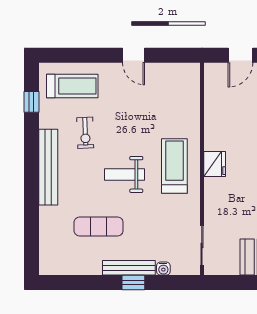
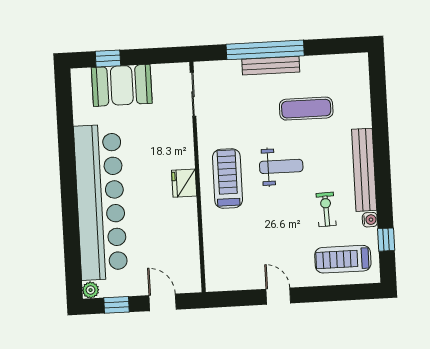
door: (240, 55) -> (163, 302), hinge flipped
treadmill: (174, 166) -> (227, 179), turned 180
water cooler: (163, 269) -> (370, 220), moved, turned 90
window: (133, 283) -> (265, 50), width x3.17

